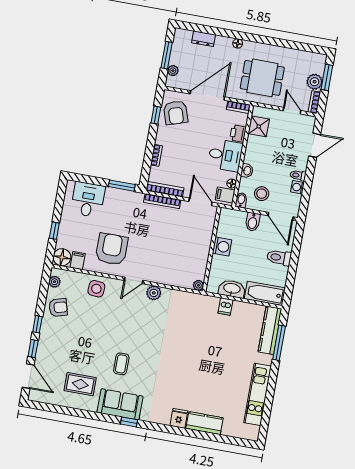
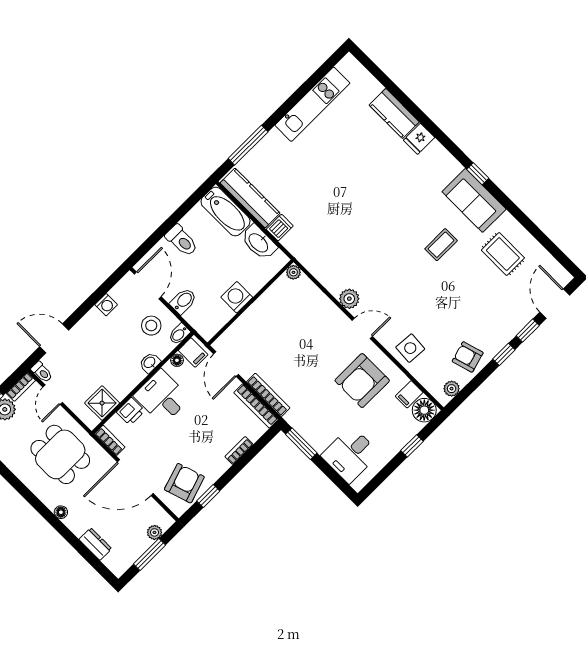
toilet: (298, 175) -> (42, 372), moved
kitchen counter: (270, 330) -> (250, 198), moved, turned -90

